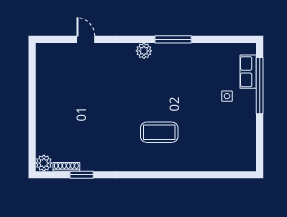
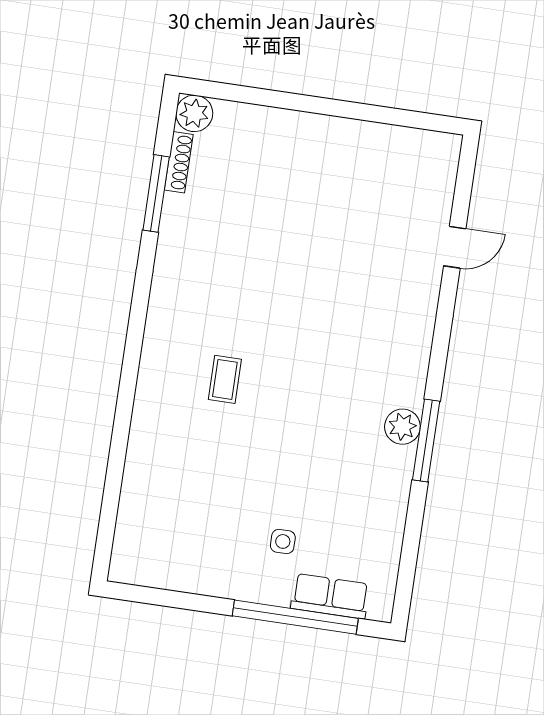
plant: (144, 51) -> (402, 427), moved
coffee table: (159, 132) -> (225, 379), width x0.54, depth x0.58
window: (82, 175) -> (156, 193), width x1.44

